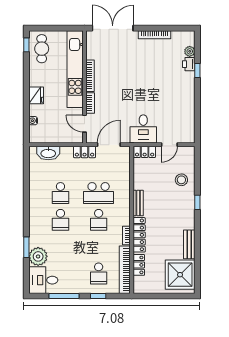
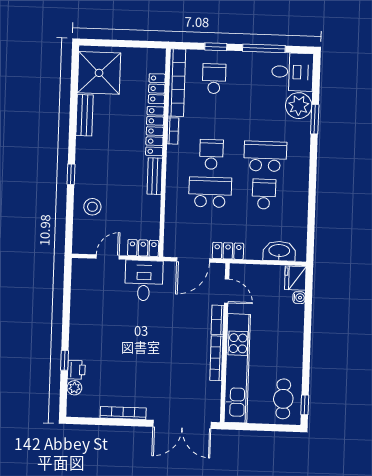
fridge: (36, 95) -> (295, 278), moved
school desk: (60, 220) -> (265, 156), width x1.85

